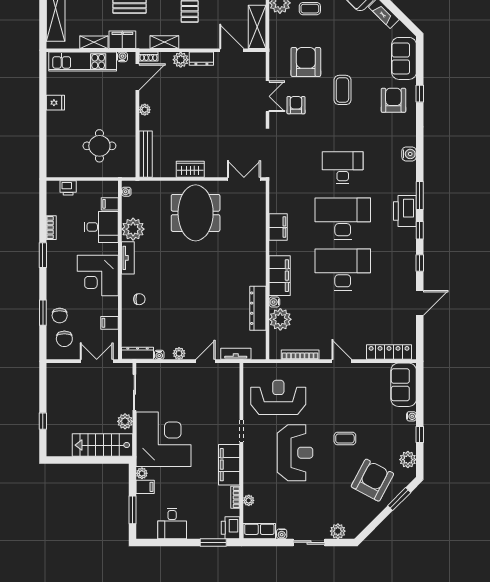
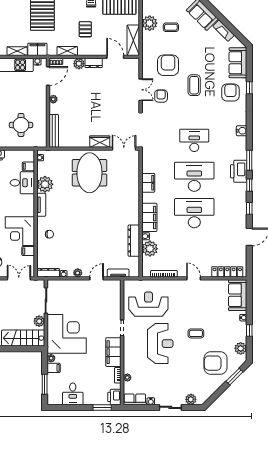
wardrobe: (190, 169) -> (100, 142), moved
corner desk: (98, 276) -> (20, 231), moved
armchair: (372, 480) -> (215, 363), turned -118

